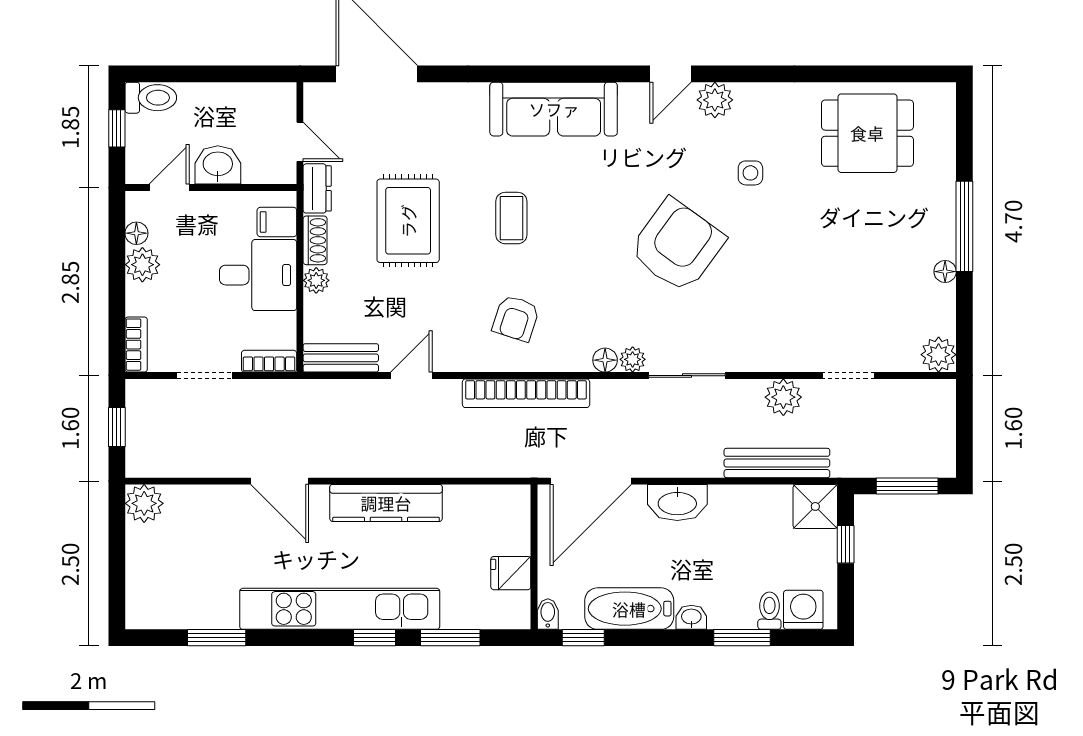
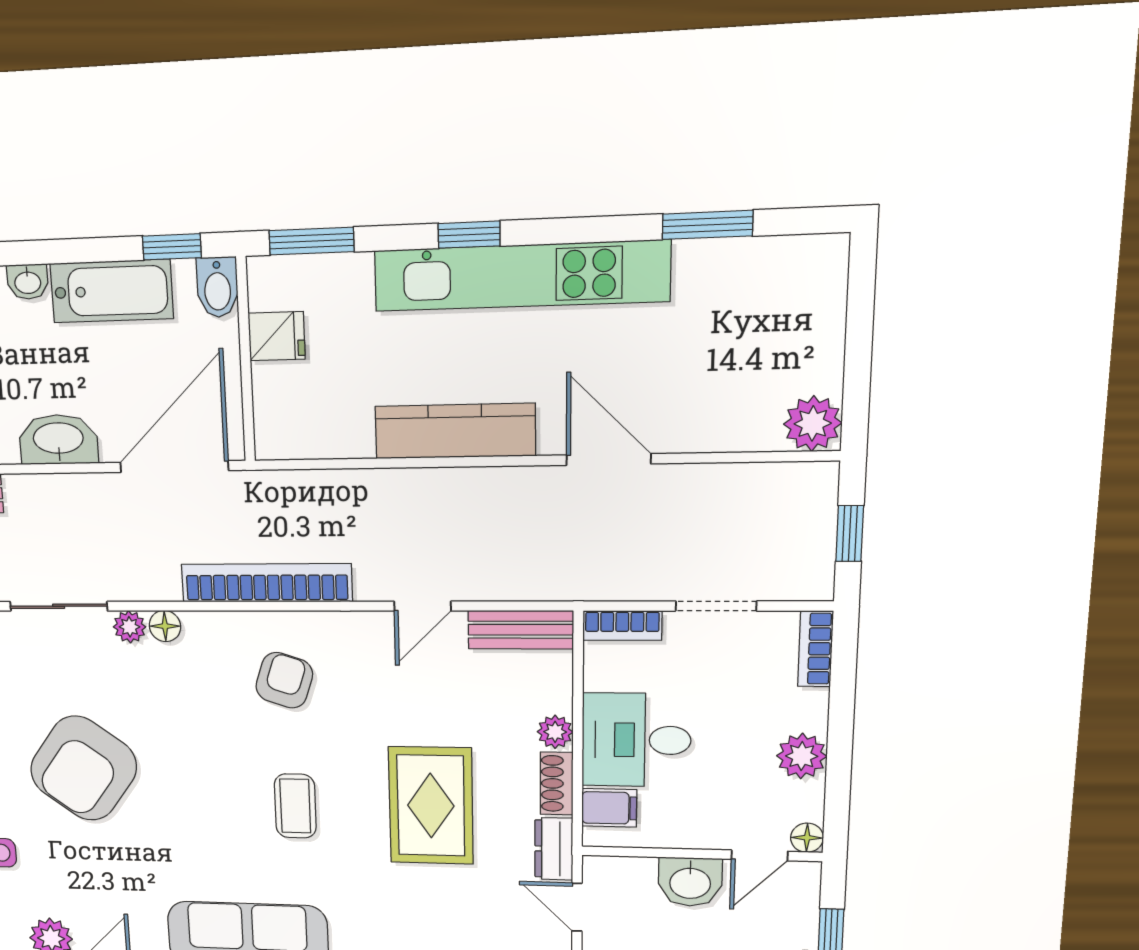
floor lamp: (136, 233) -> (807, 838), moved
bidet: (548, 614) -> (217, 287), width x1.38, depth x1.36
window: (450, 638) -> (312, 241), moved

